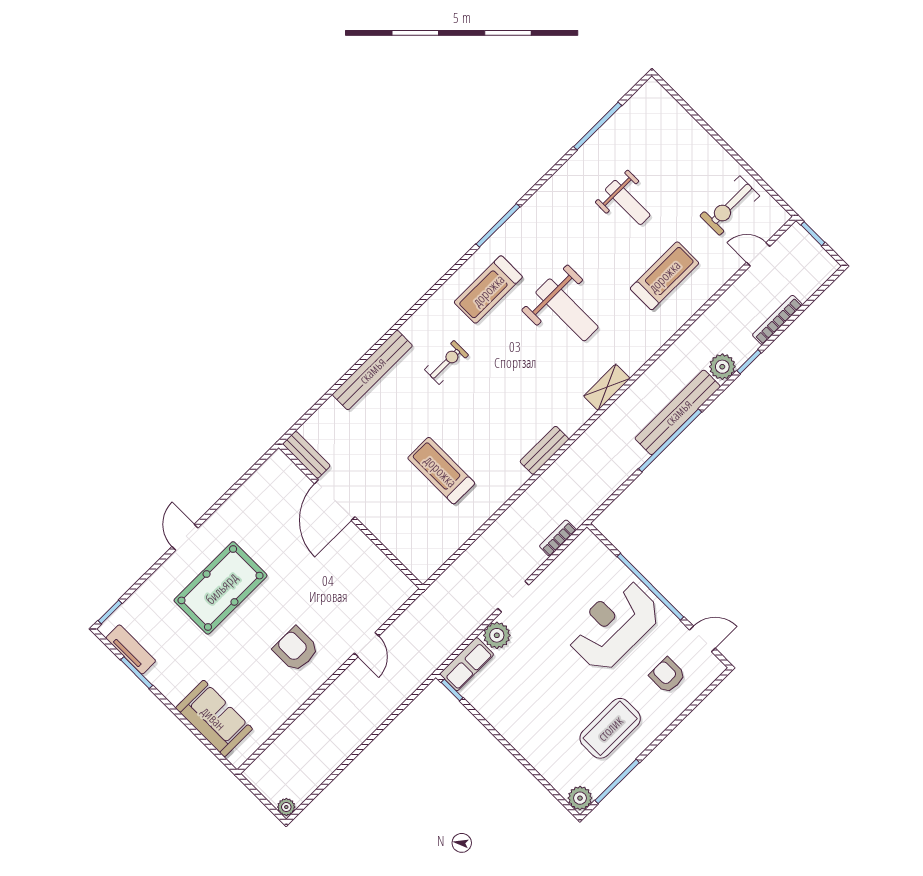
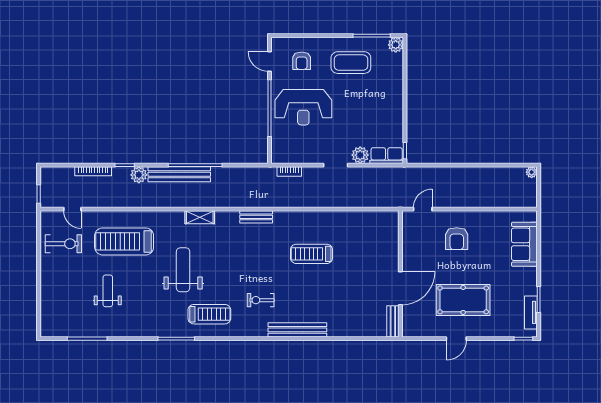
treadmill: (664, 276) -> (124, 241), width x1.37, depth x1.38
bench: (306, 455) -> (393, 321), moved
treadmill: (441, 471) -> (311, 254), turned 90
door: (335, 500) -> (400, 288), moved
wall: (351, 516) -> (400, 274), moved

